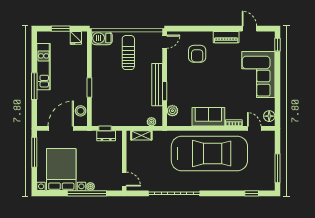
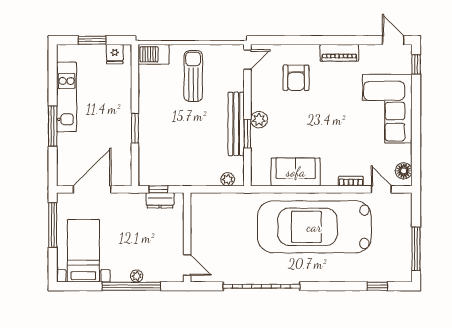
door: (249, 29) -> (393, 40), moved
stool: (81, 111) -> (122, 163), removed
plant: (172, 111) -> (259, 120), moved
sofa: (208, 117) -> (296, 172), moved
shelving: (141, 135) -> (213, 200), removed
car: (209, 154) -> (314, 227), turned 180
bed with nightstands: (61, 169) -> (83, 251), width x0.73

